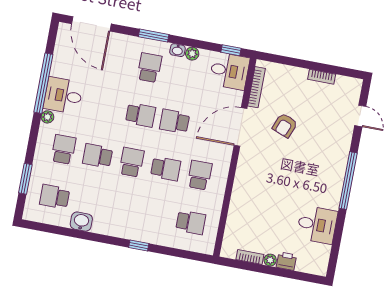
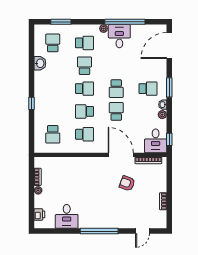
school desk: (166, 169) -> (84, 111), turned 90
printer: (286, 261) -> (39, 214), moved

